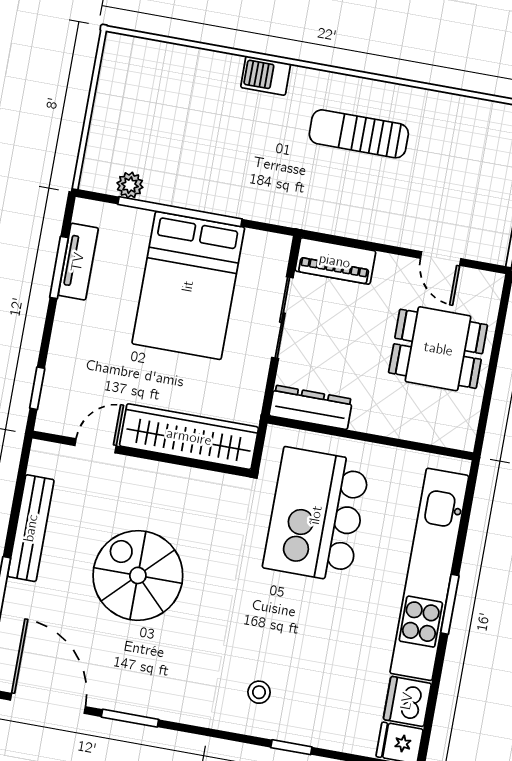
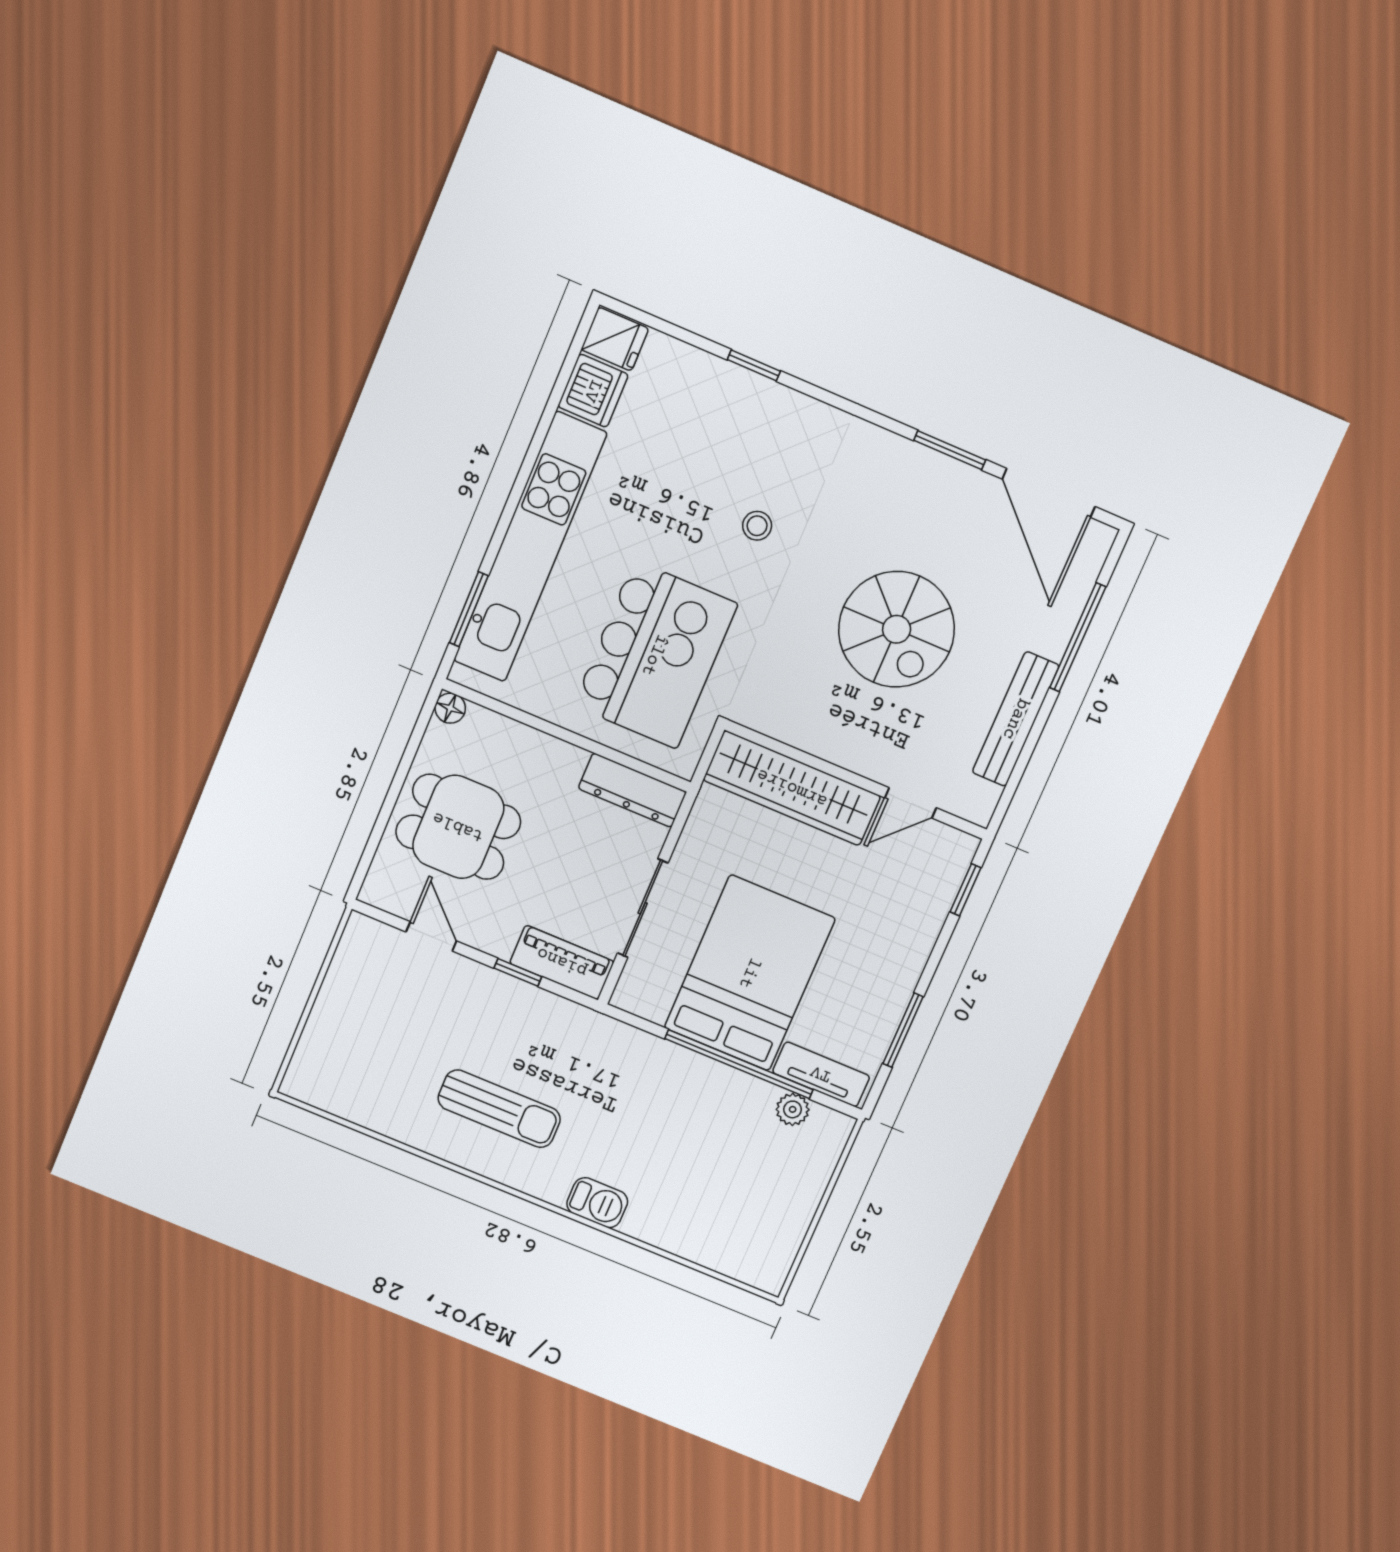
window: (368, 245) -> (518, 972), added
tv unit: (78, 262) -> (821, 1074), moved, turned 90
floor lamp: (464, 439) -> (450, 708), added
window: (450, 604) -> (469, 609), moved
stool: (259, 692) -> (757, 526), moved

